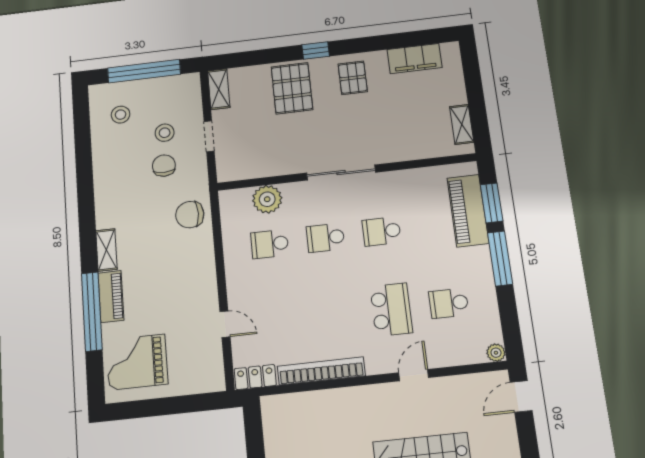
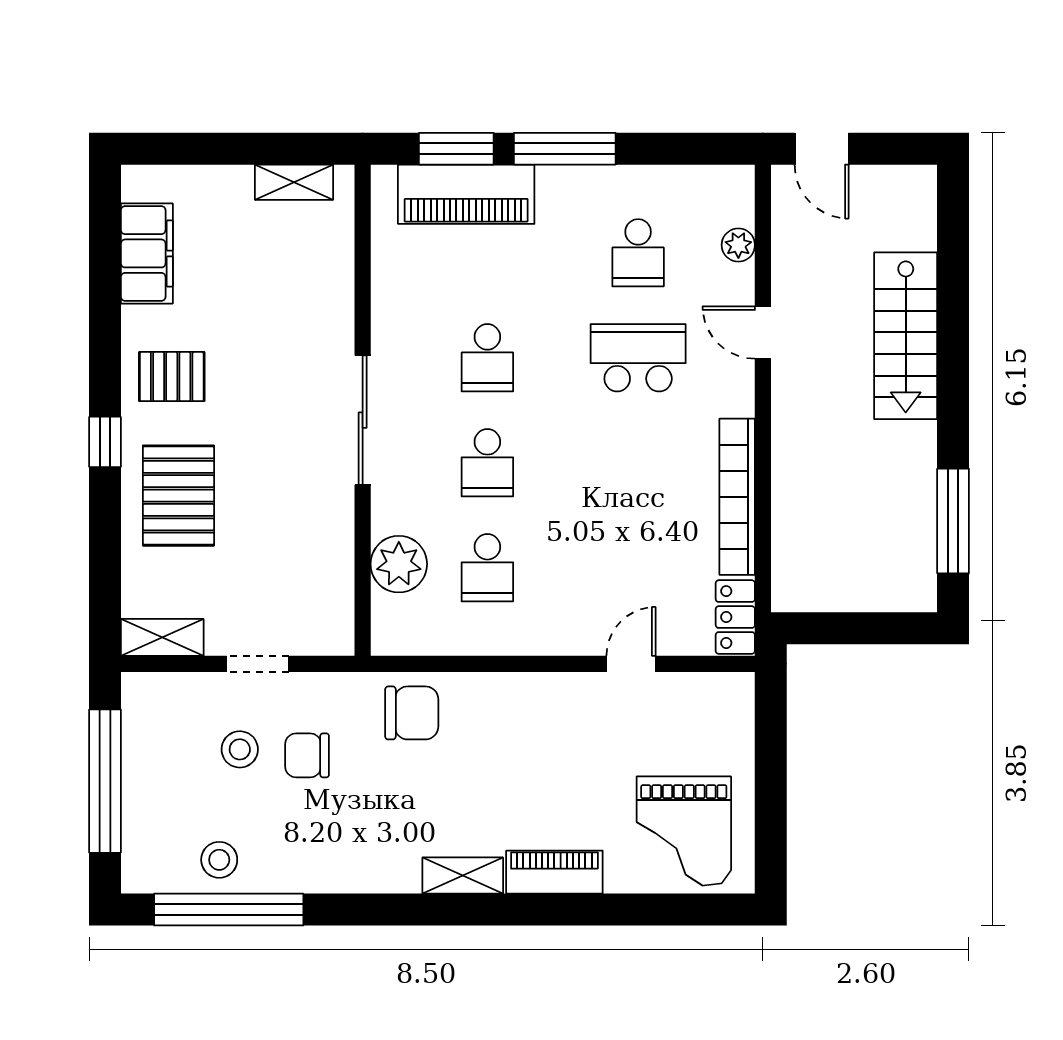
pallet: (292, 88) -> (178, 496), turned 90
stool: (121, 115) -> (219, 860), moved
chair: (190, 215) -> (412, 713), turned -90
window: (92, 311) -> (229, 910), moved
plant: (496, 353) -> (738, 245), moved

